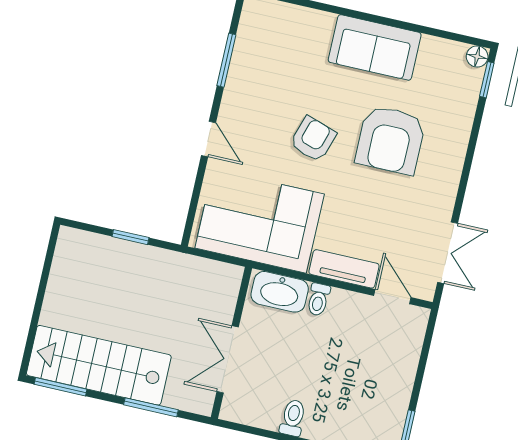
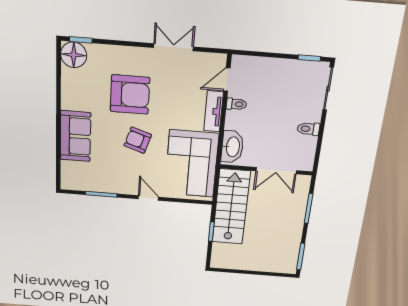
sofa: (375, 47) -> (75, 136), moved
floor lamp: (477, 57) -> (74, 55), width x1.89, depth x1.89
door: (208, 139) -> (148, 198), hinge flipped
double door: (448, 253) -> (173, 47), moved
toilet: (318, 300) -> (236, 104), moved
stairs: (99, 365) -> (231, 207), moved, turned 180

